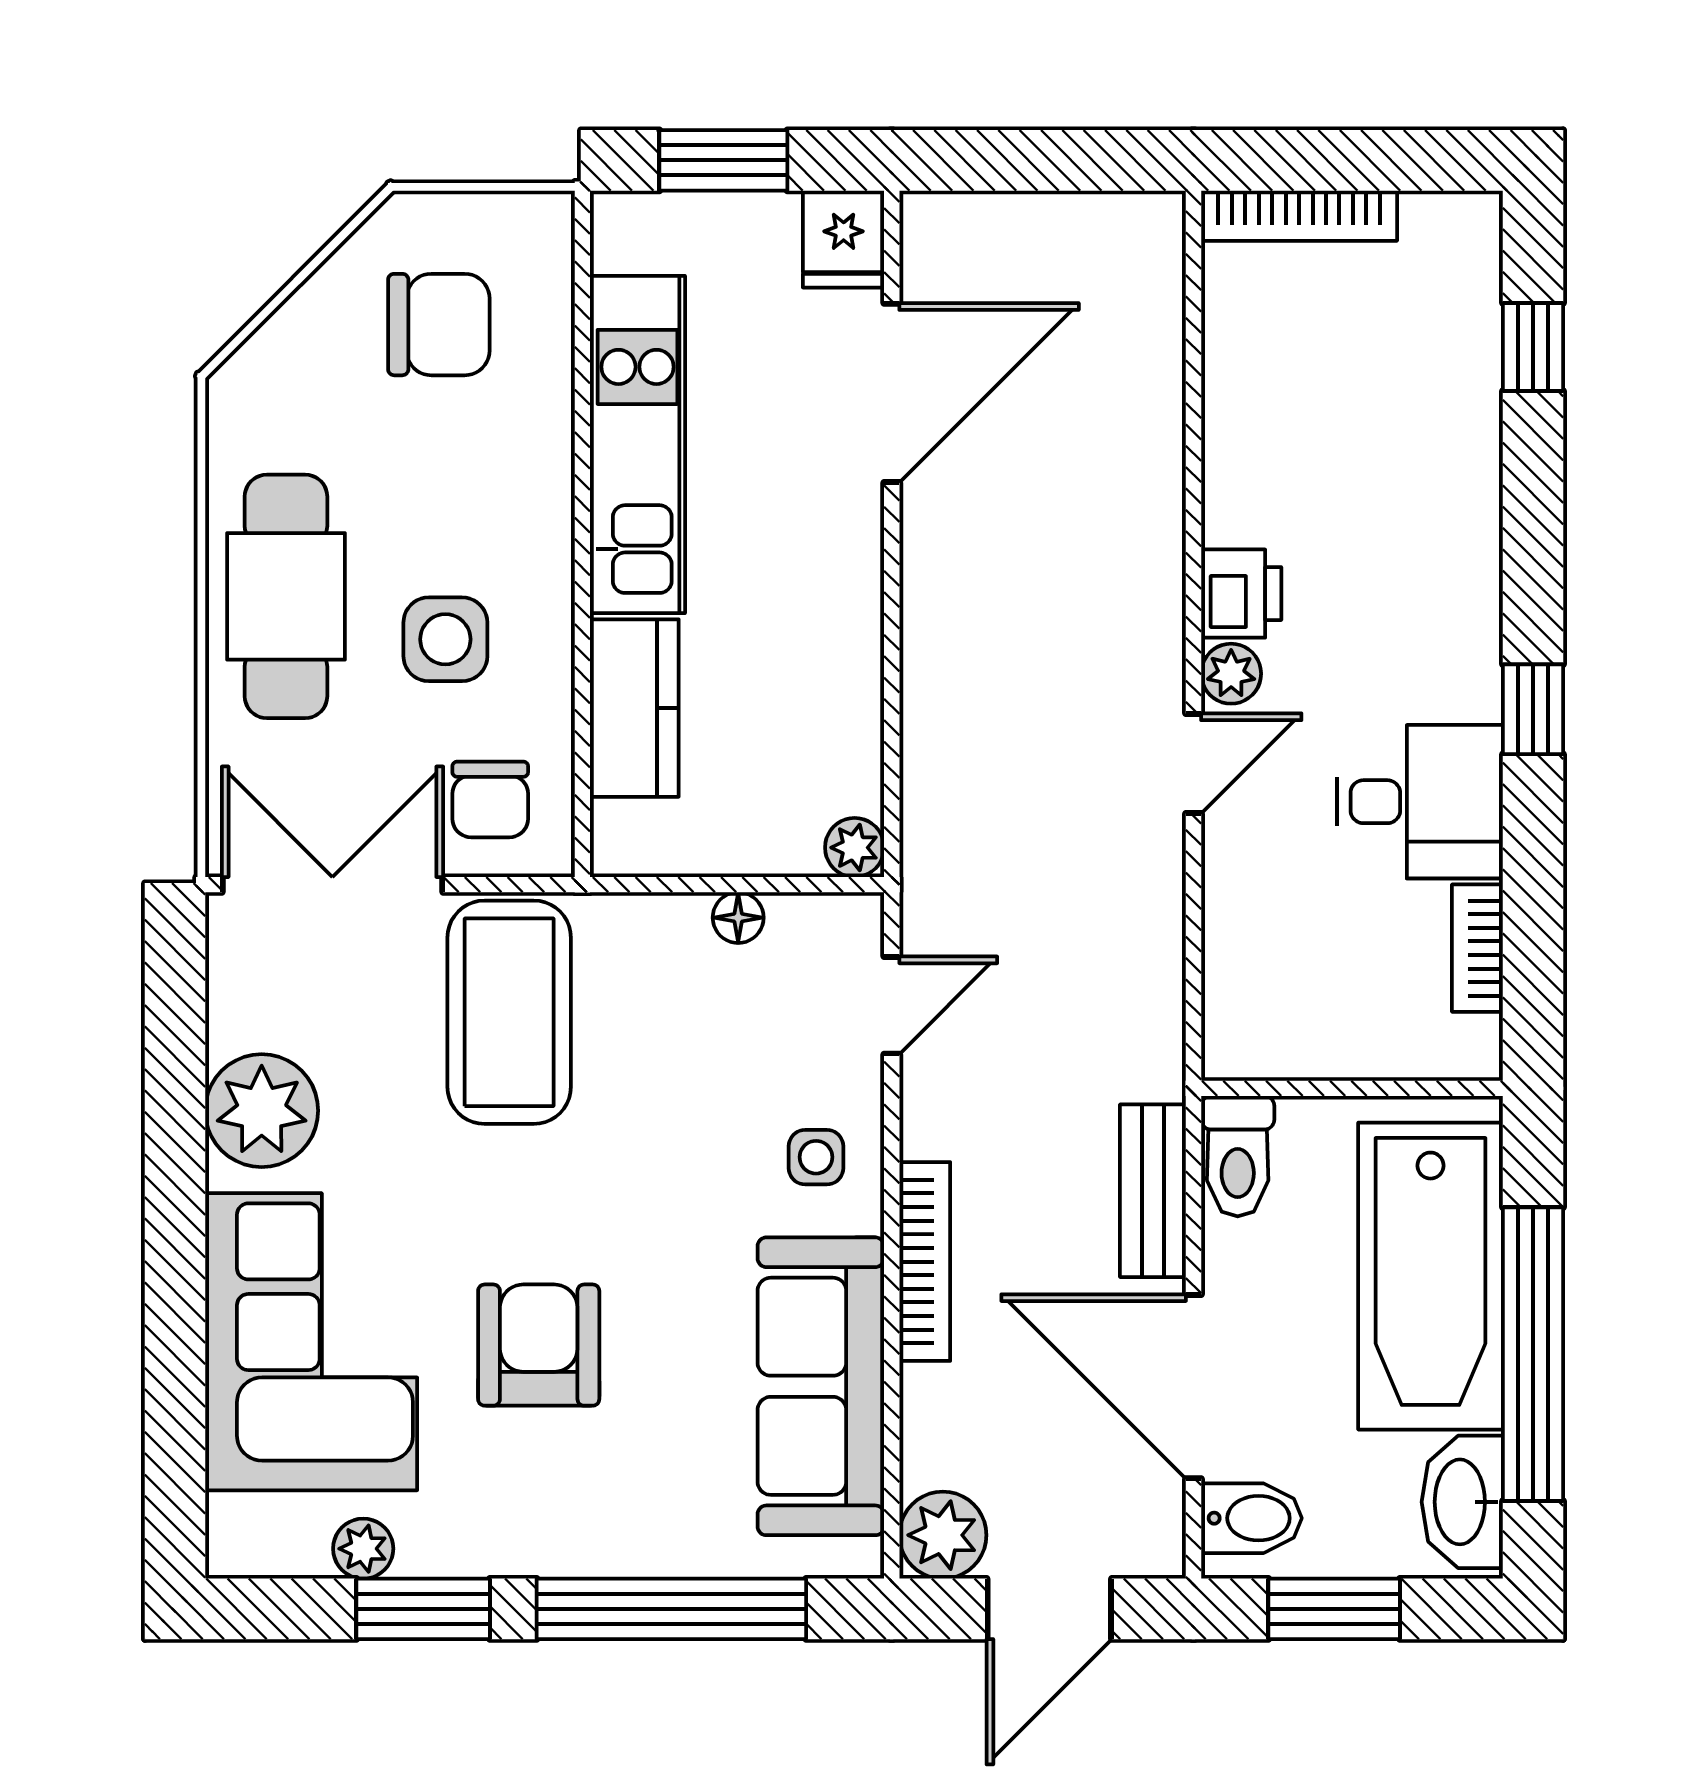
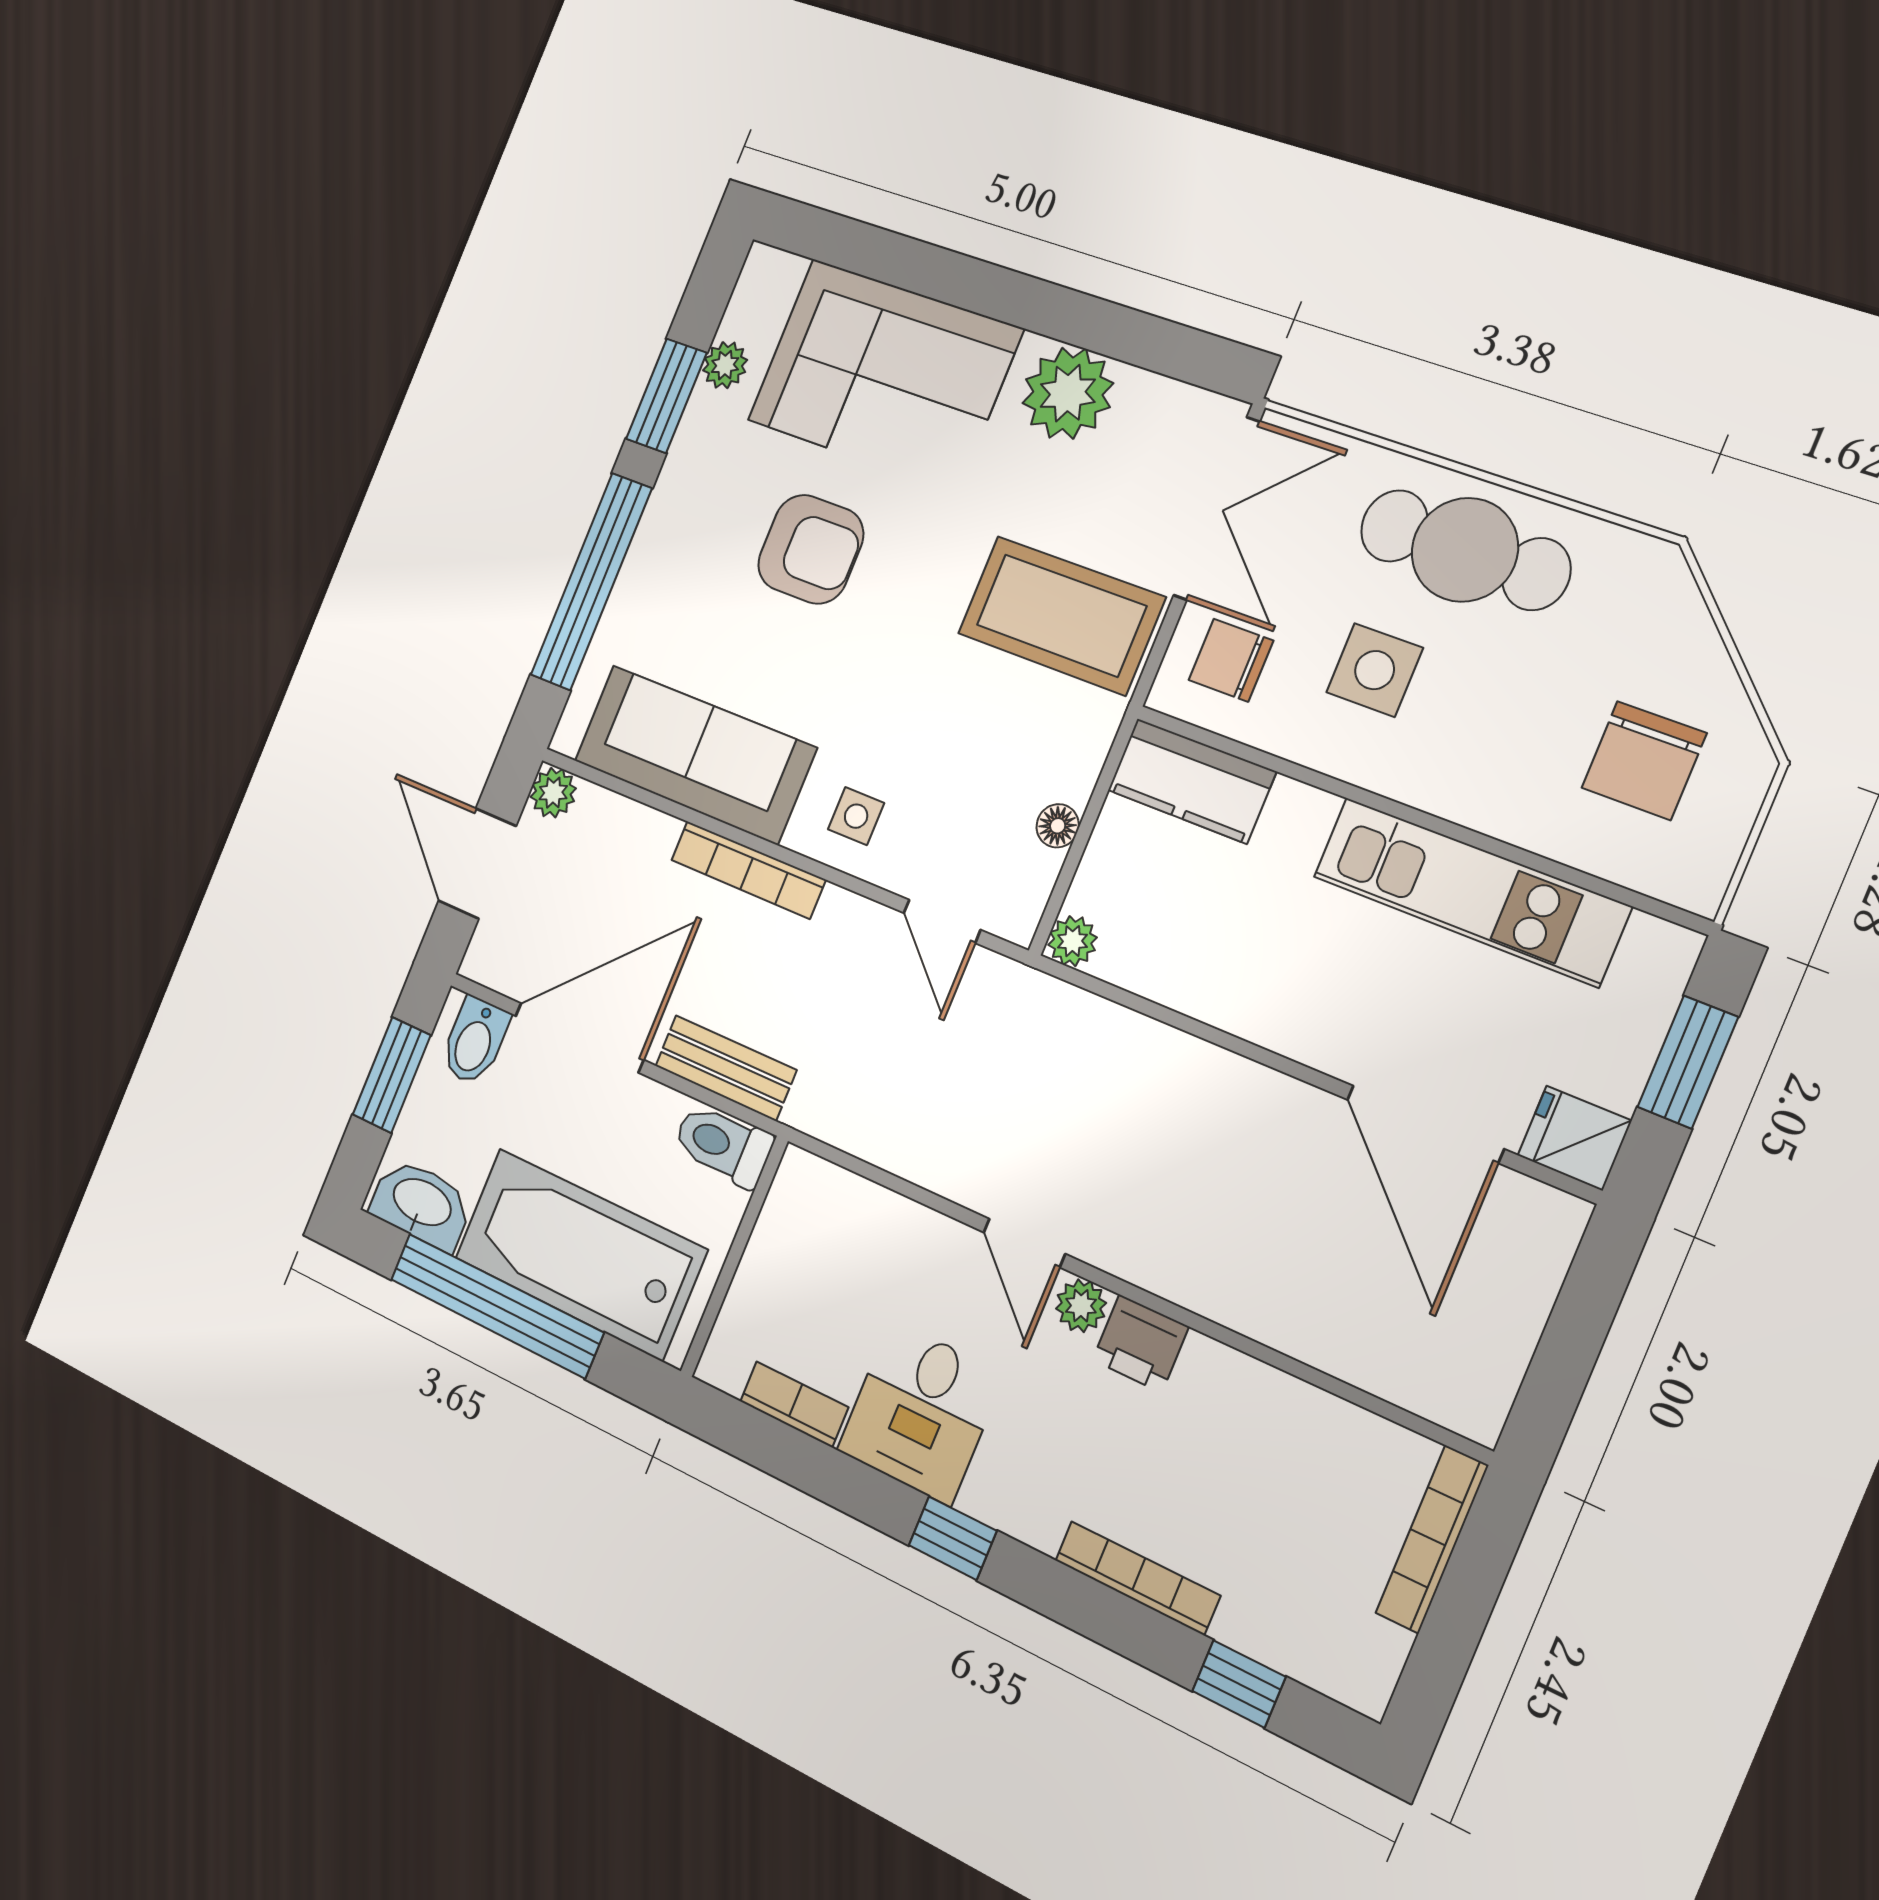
bookcase: (1479, 495) -> (1137, 1578), added
kitchen counter: (634, 708) -> (1192, 781), moved
plant: (943, 1535) -> (553, 793), width x0.73, depth x0.73

